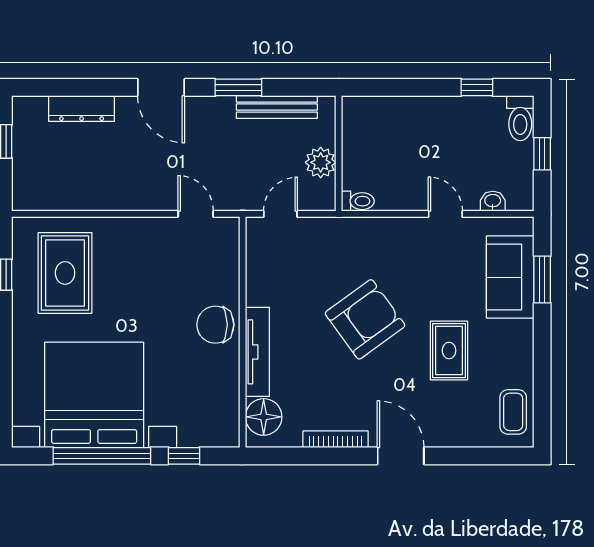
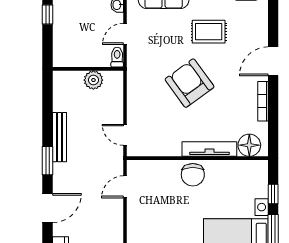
wall: (339, 153) -> (88, 69), moved
plant: (321, 162) -> (93, 80), moved
toilet: (358, 201) -> (117, 57), moved

